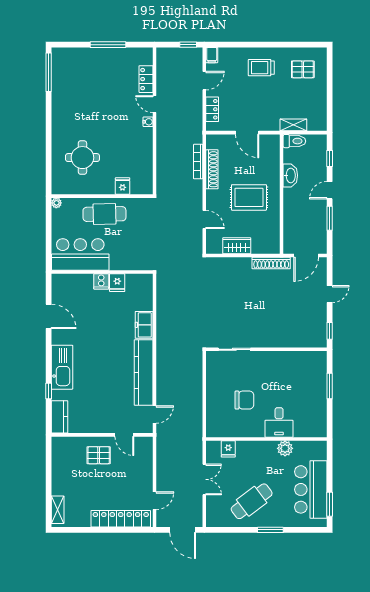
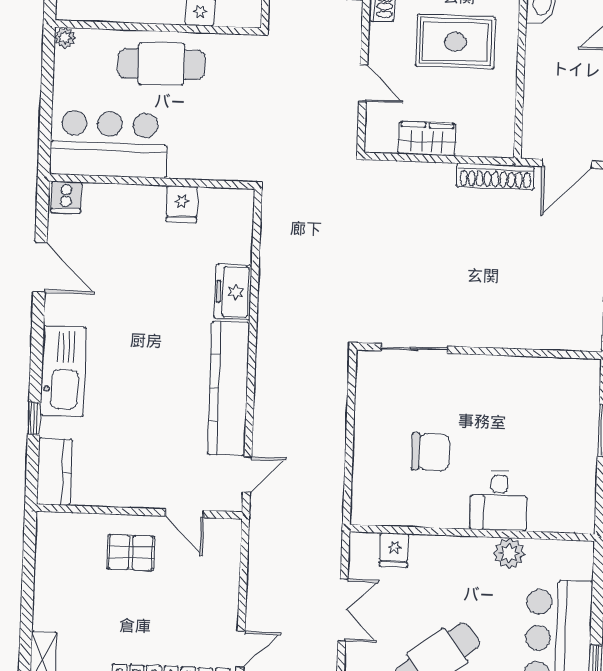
cooker: (101, 281) -> (66, 197), moved

